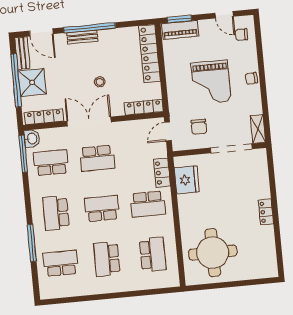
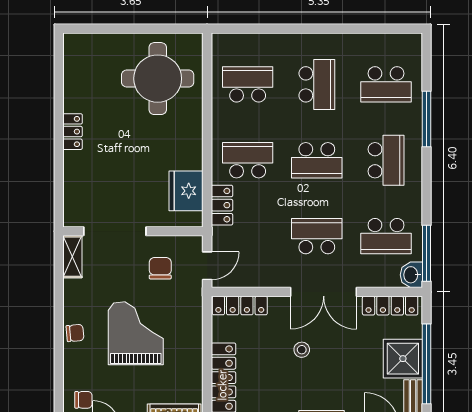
school desk: (153, 254) -> (248, 84), turned 90

